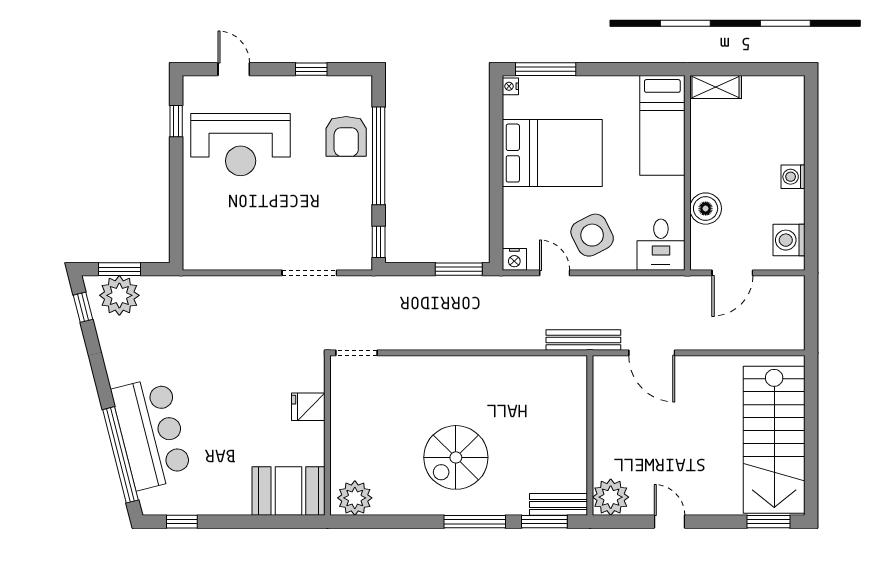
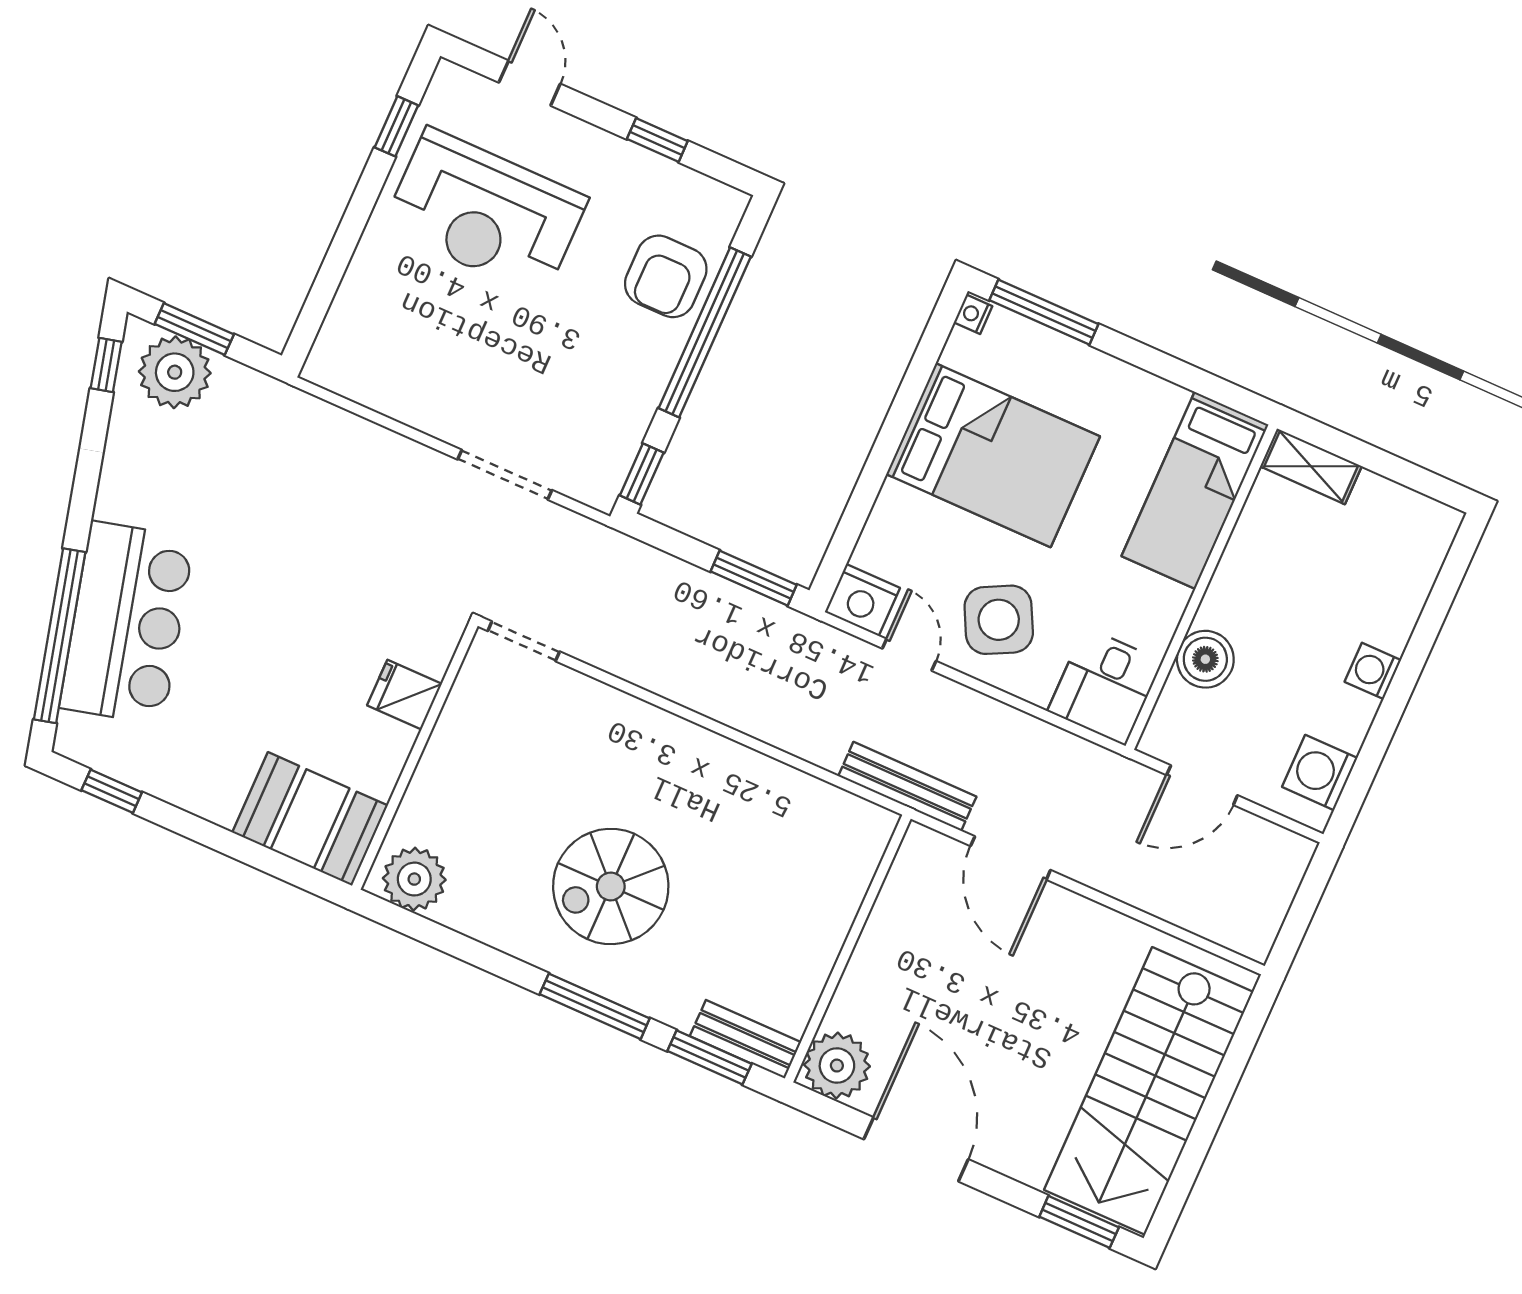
nightstand: (514, 259) -> (862, 600), width x1.36, depth x1.33
door: (670, 522) -> (916, 1149), width x1.87

